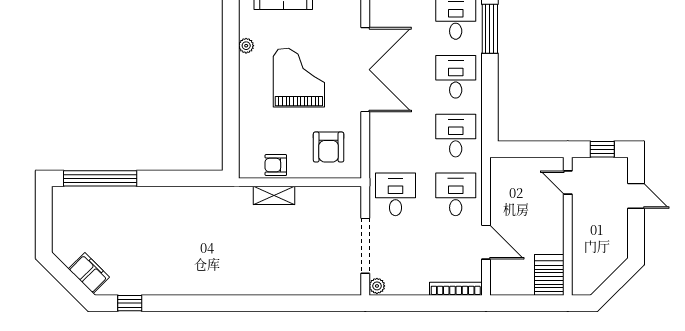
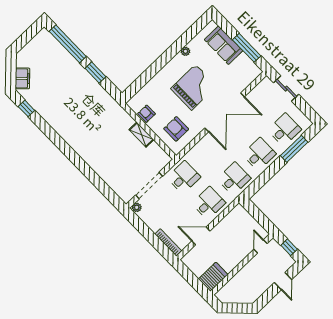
armchair: (329, 147) -> (176, 129), turned 90
window: (167, 178) -> (95, 73), added
shelving: (274, 195) -> (141, 135), moved
door: (486, 242) -> (201, 236), swing flipped

